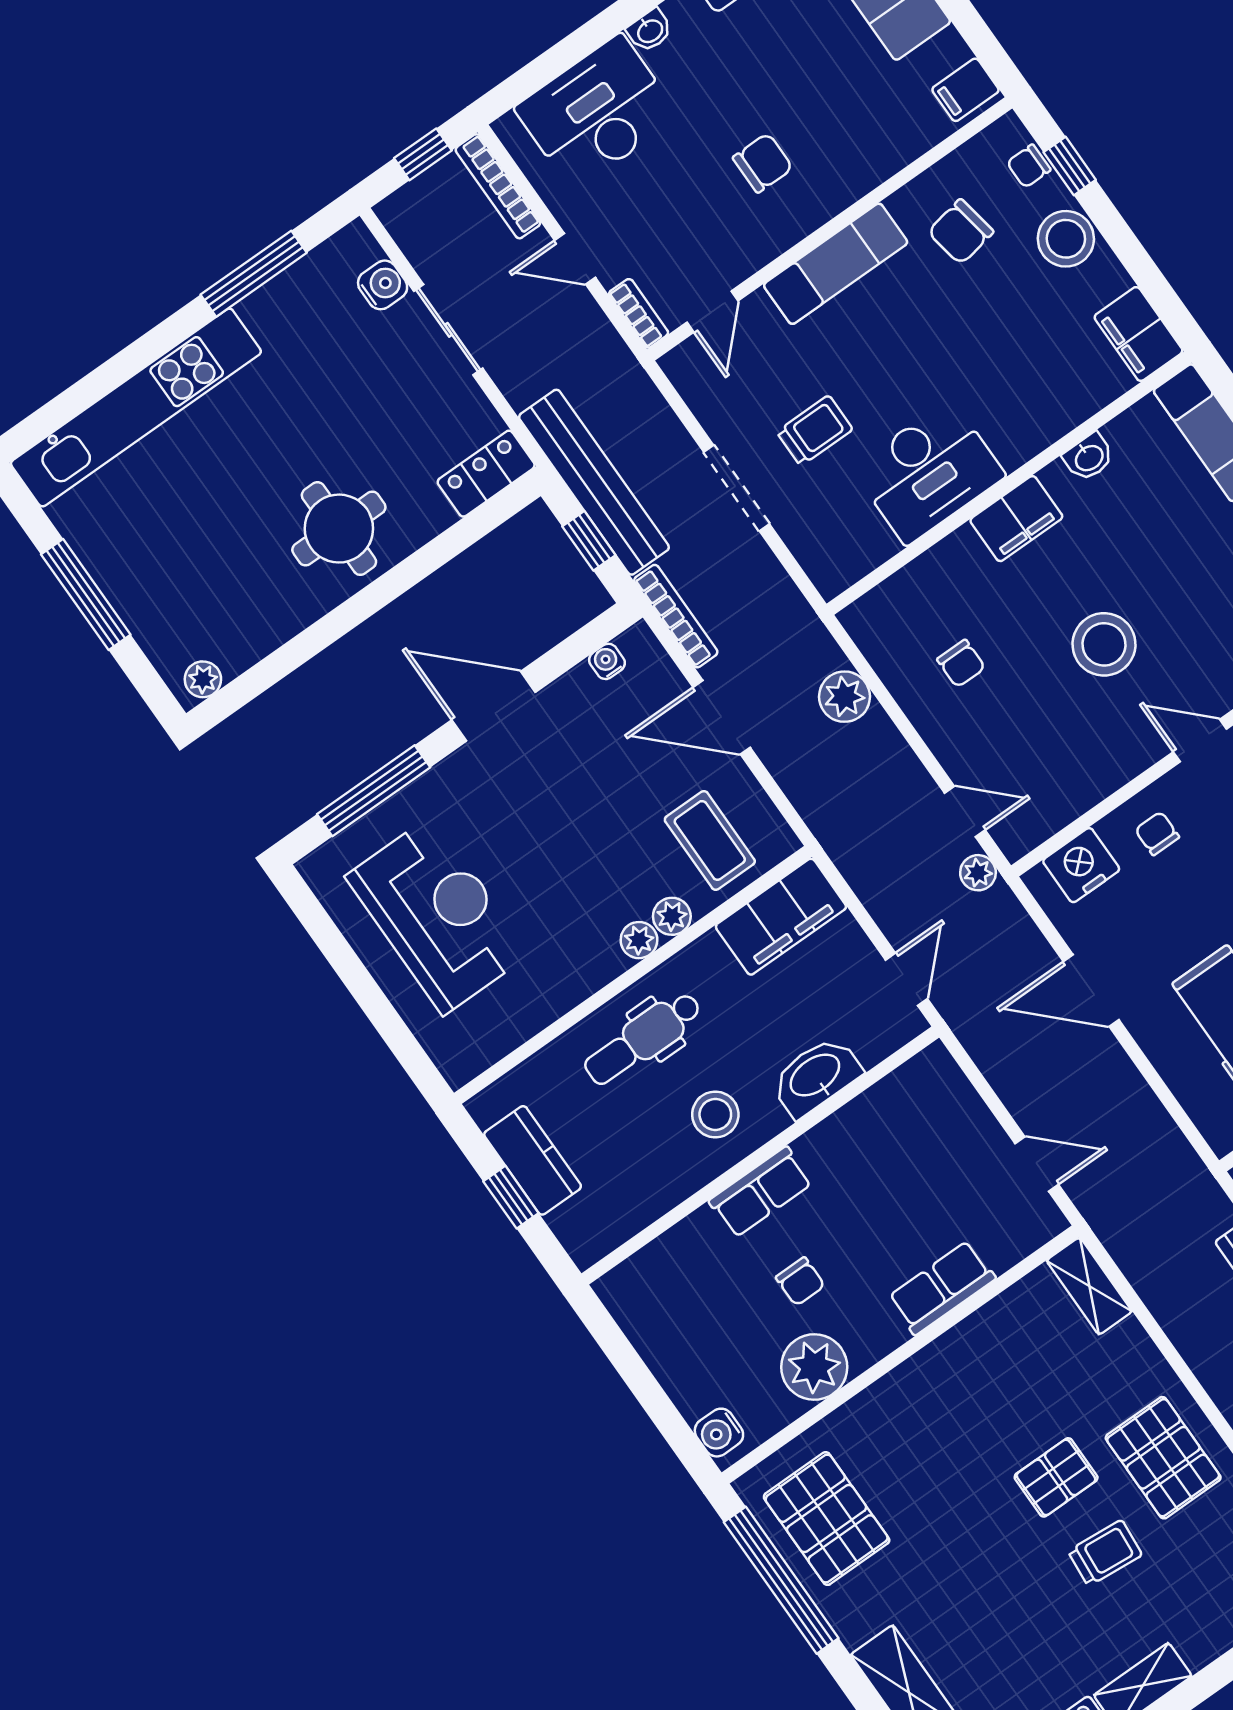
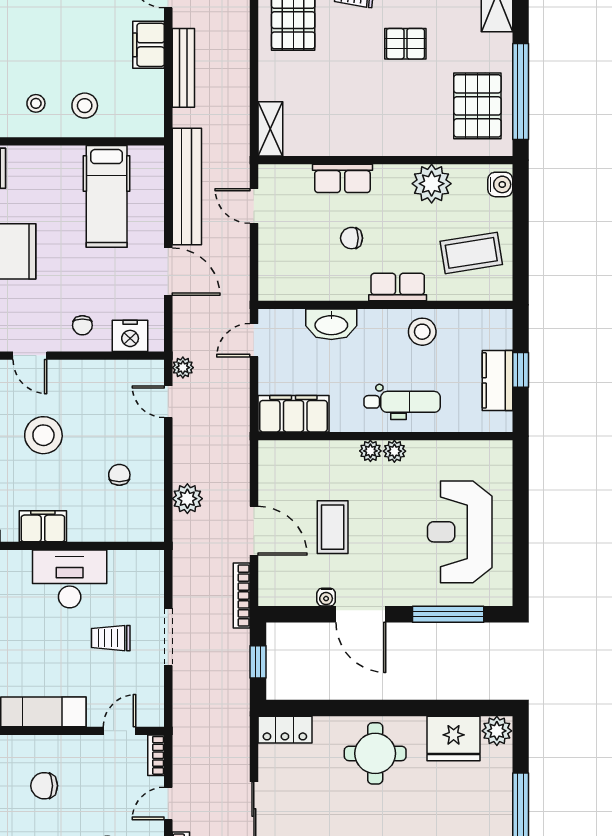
door: (575, 259) -> (168, 803), swing flipped
bench: (594, 482) -> (187, 186), moved
fridge: (246, 625) -> (454, 738), added
water cooler: (607, 661) -> (326, 597), moved
plant: (203, 679) -> (497, 731), width x1.38, depth x1.38
coffee table: (710, 840) -> (333, 527), moved
plant: (672, 916) -> (394, 451), moved
stool: (715, 1115) -> (422, 332), moved
chair: (800, 1281) -> (351, 238), moved, turned -90
coffee table: (692, 1310) -> (471, 253), added
pallet: (1056, 1477) -> (405, 44), moved

